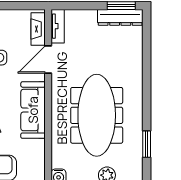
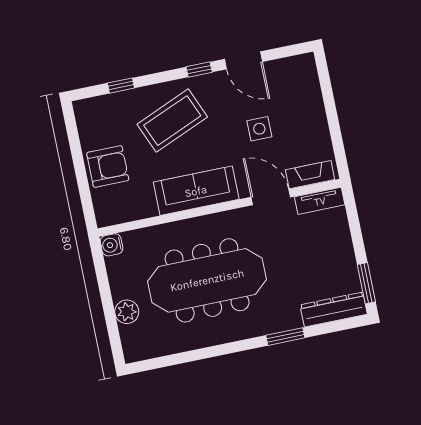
dresser: (120, 17) -> (334, 310), moved, turned 90
window: (147, 144) -> (285, 337), moved

